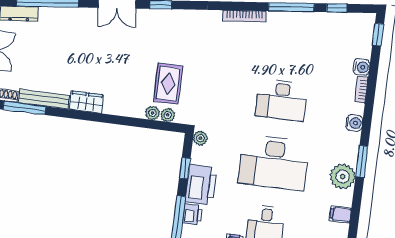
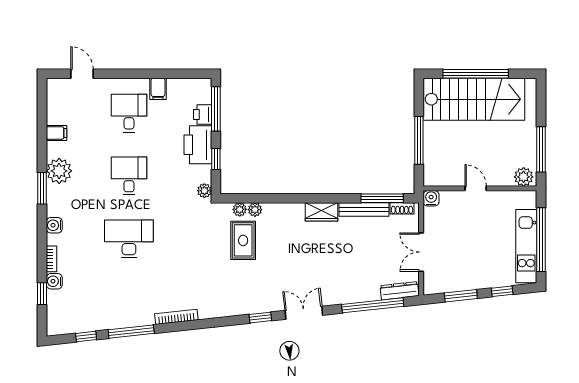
window: (378, 35) -> (42, 294), moved
desk: (274, 162) -> (129, 176), width x0.53, depth x0.77

